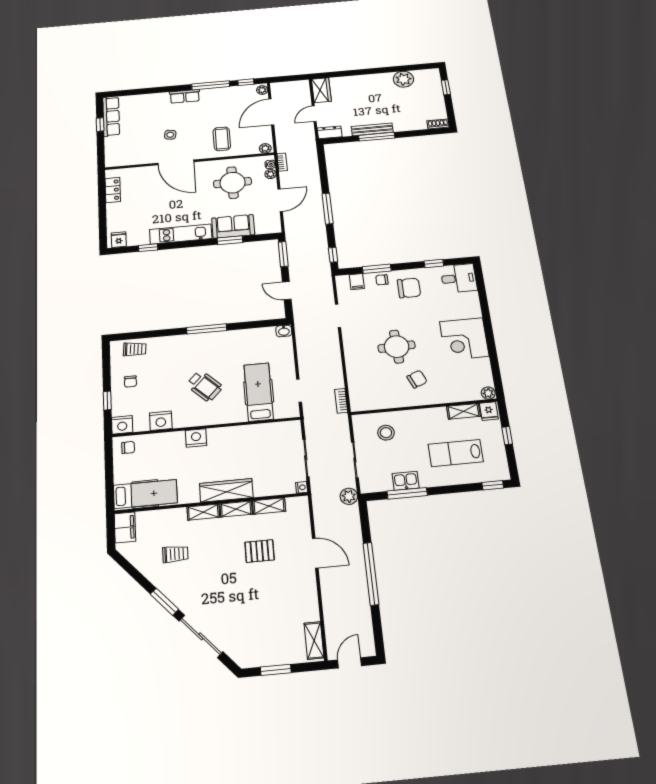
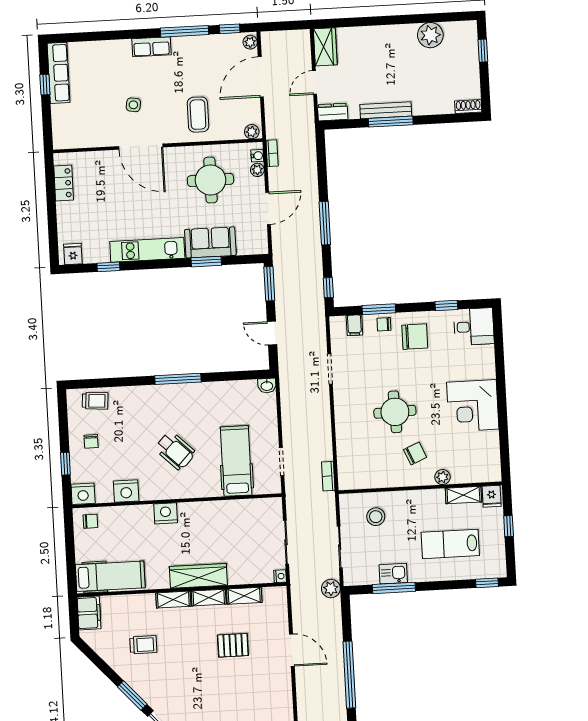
plant: (488, 393) -> (442, 477), moved

